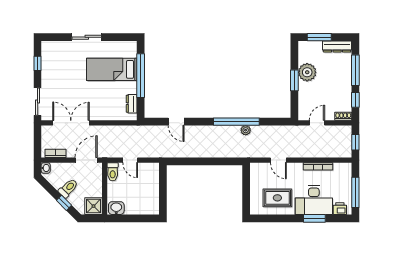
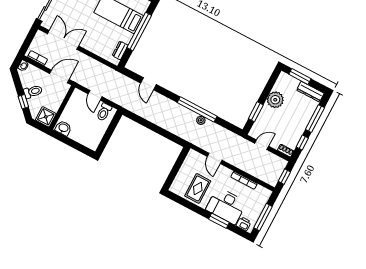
window: (294, 80) -> (256, 112), moved
toilet: (113, 172) -> (104, 112), moved
rug: (277, 198) -> (198, 188), turned 90

